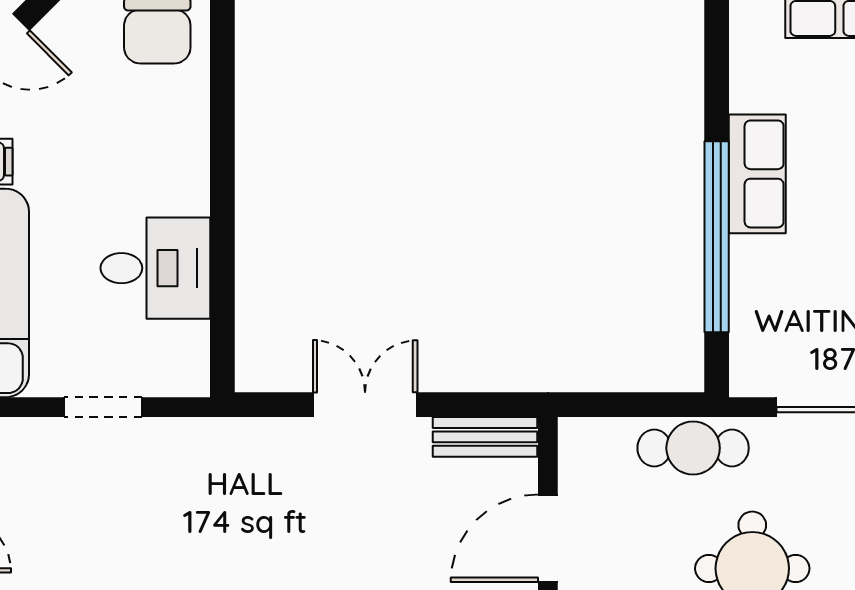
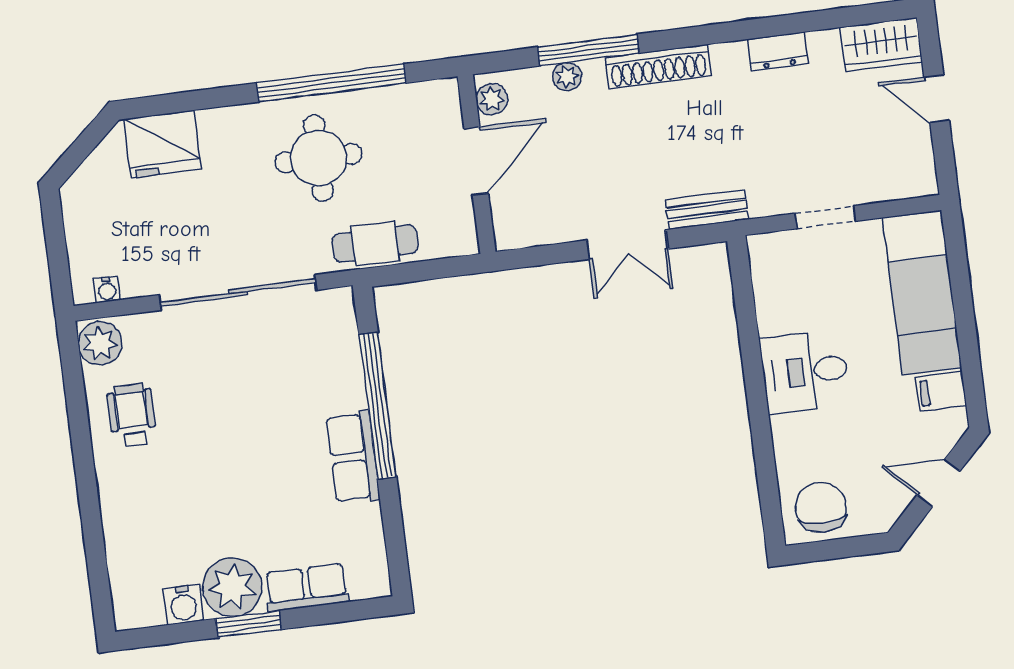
desk: (155, 268) -> (805, 372), moved
bench: (485, 437) -> (707, 210), moved

